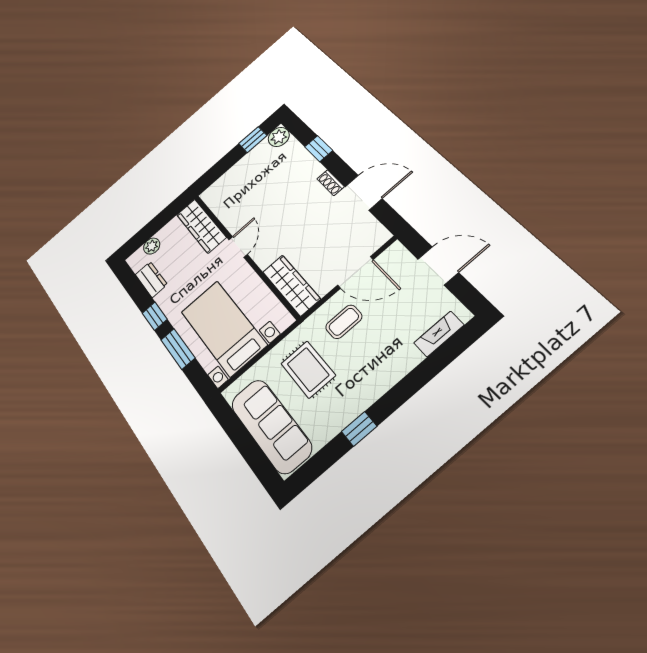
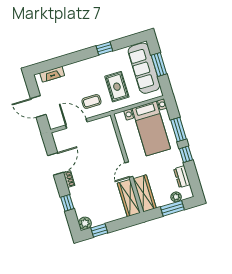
door: (363, 193) -> (56, 164), swing flipped
window: (152, 228) -> (172, 208), added
wardrobe: (291, 285) -> (129, 198), moved
window: (246, 445) -> (159, 65), added

